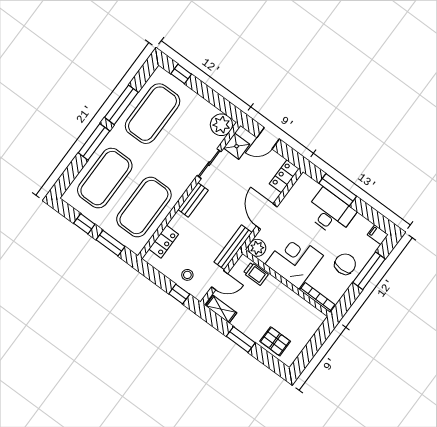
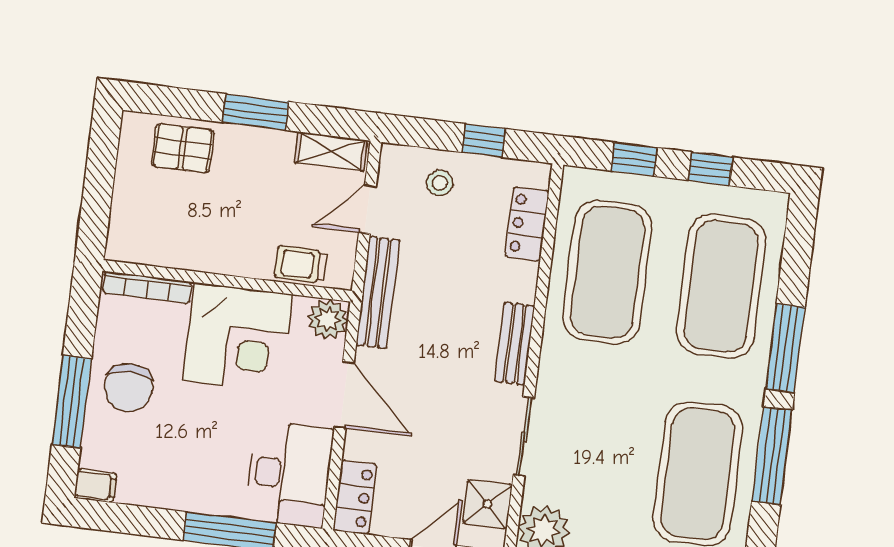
desk: (330, 213) -> (289, 474), moved, turned -90
window: (110, 243) -> (634, 159), width x0.67
window: (179, 294) -> (484, 141), moved

